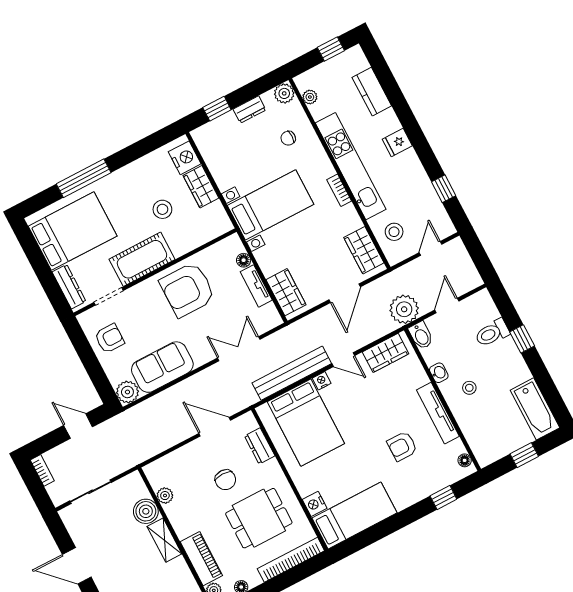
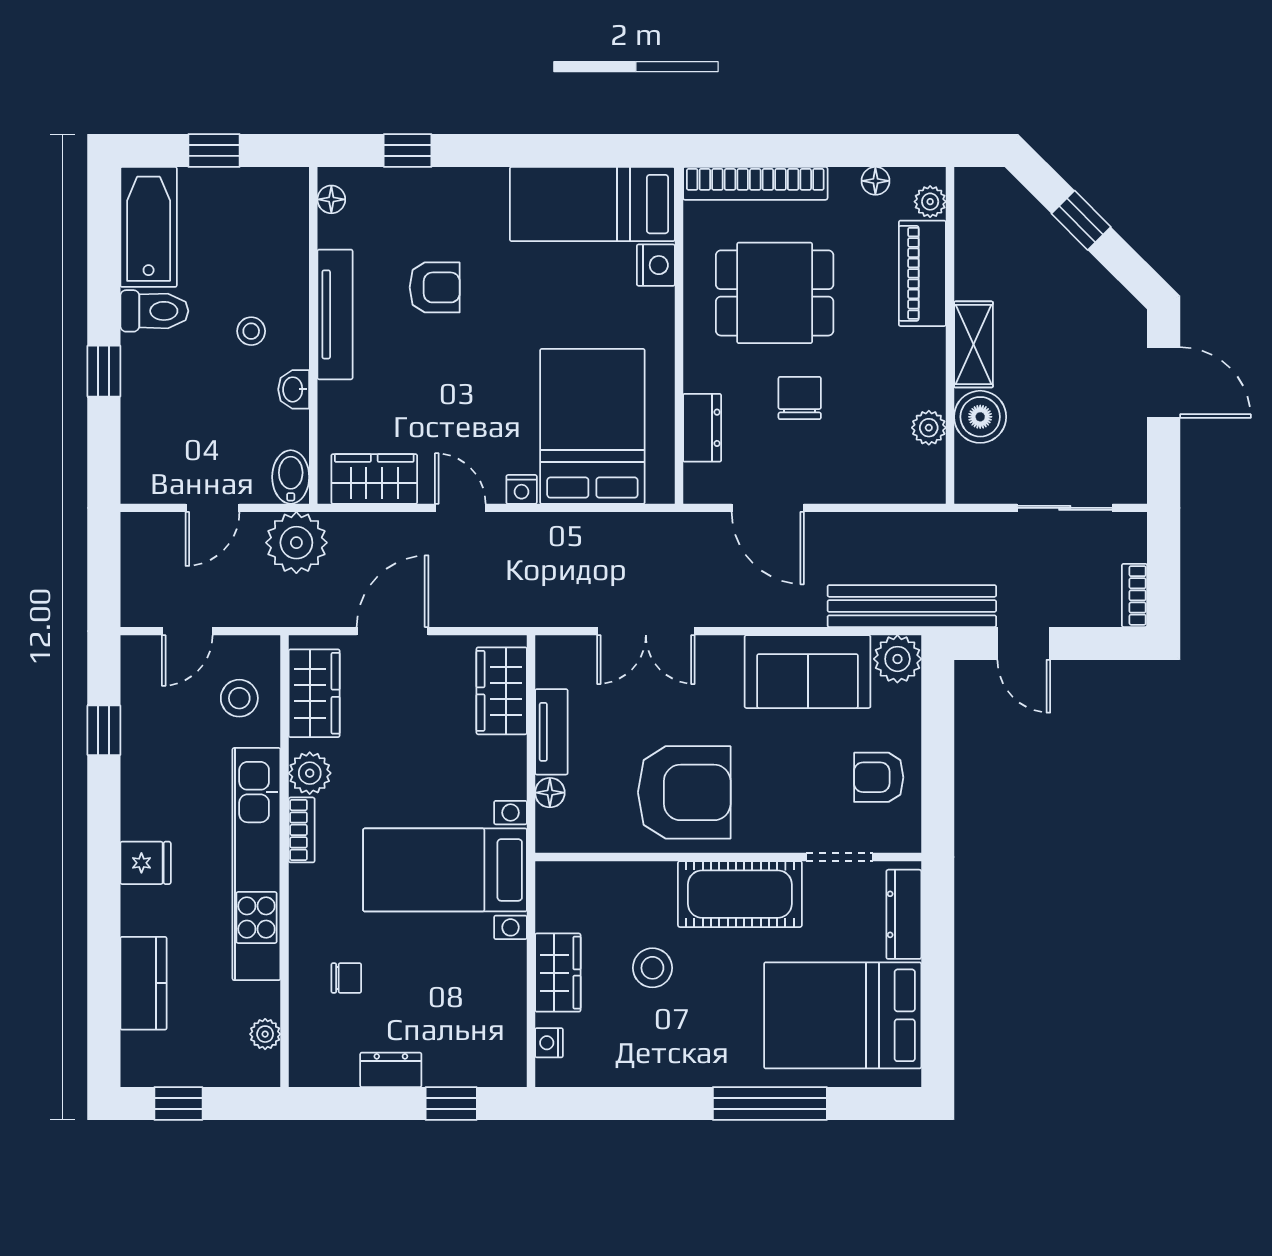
plant: (284, 93) -> (310, 773), moved
nightstand: (185, 158) -> (549, 1043), width x0.53, depth x0.56
toilet: (492, 333) -> (154, 311), moved
bench: (292, 373) -> (912, 606), moved

